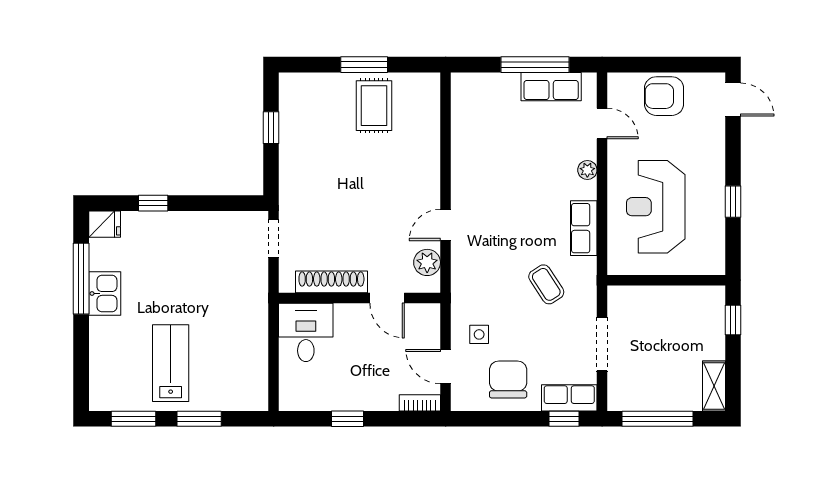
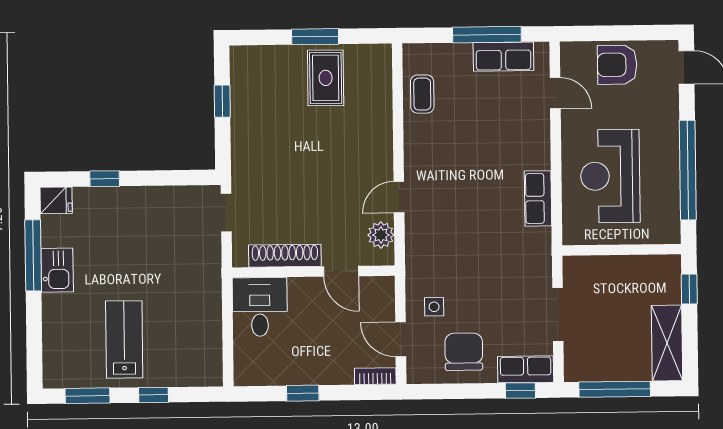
plant: (587, 170) -> (541, 140), removed
window: (733, 202) -> (688, 170), width x3.17
coffee table: (546, 284) -> (422, 94), moved, turned 33
shelving: (714, 386) -> (667, 343), width x1.50, depth x1.33
window: (199, 419) -> (154, 395), width x0.67

